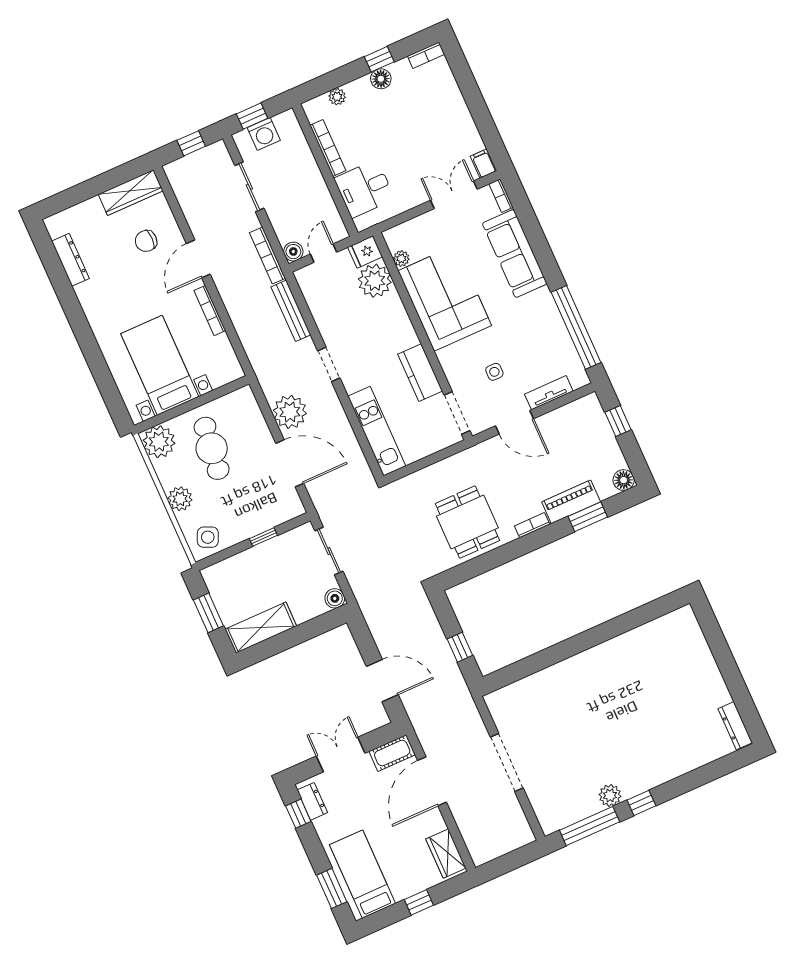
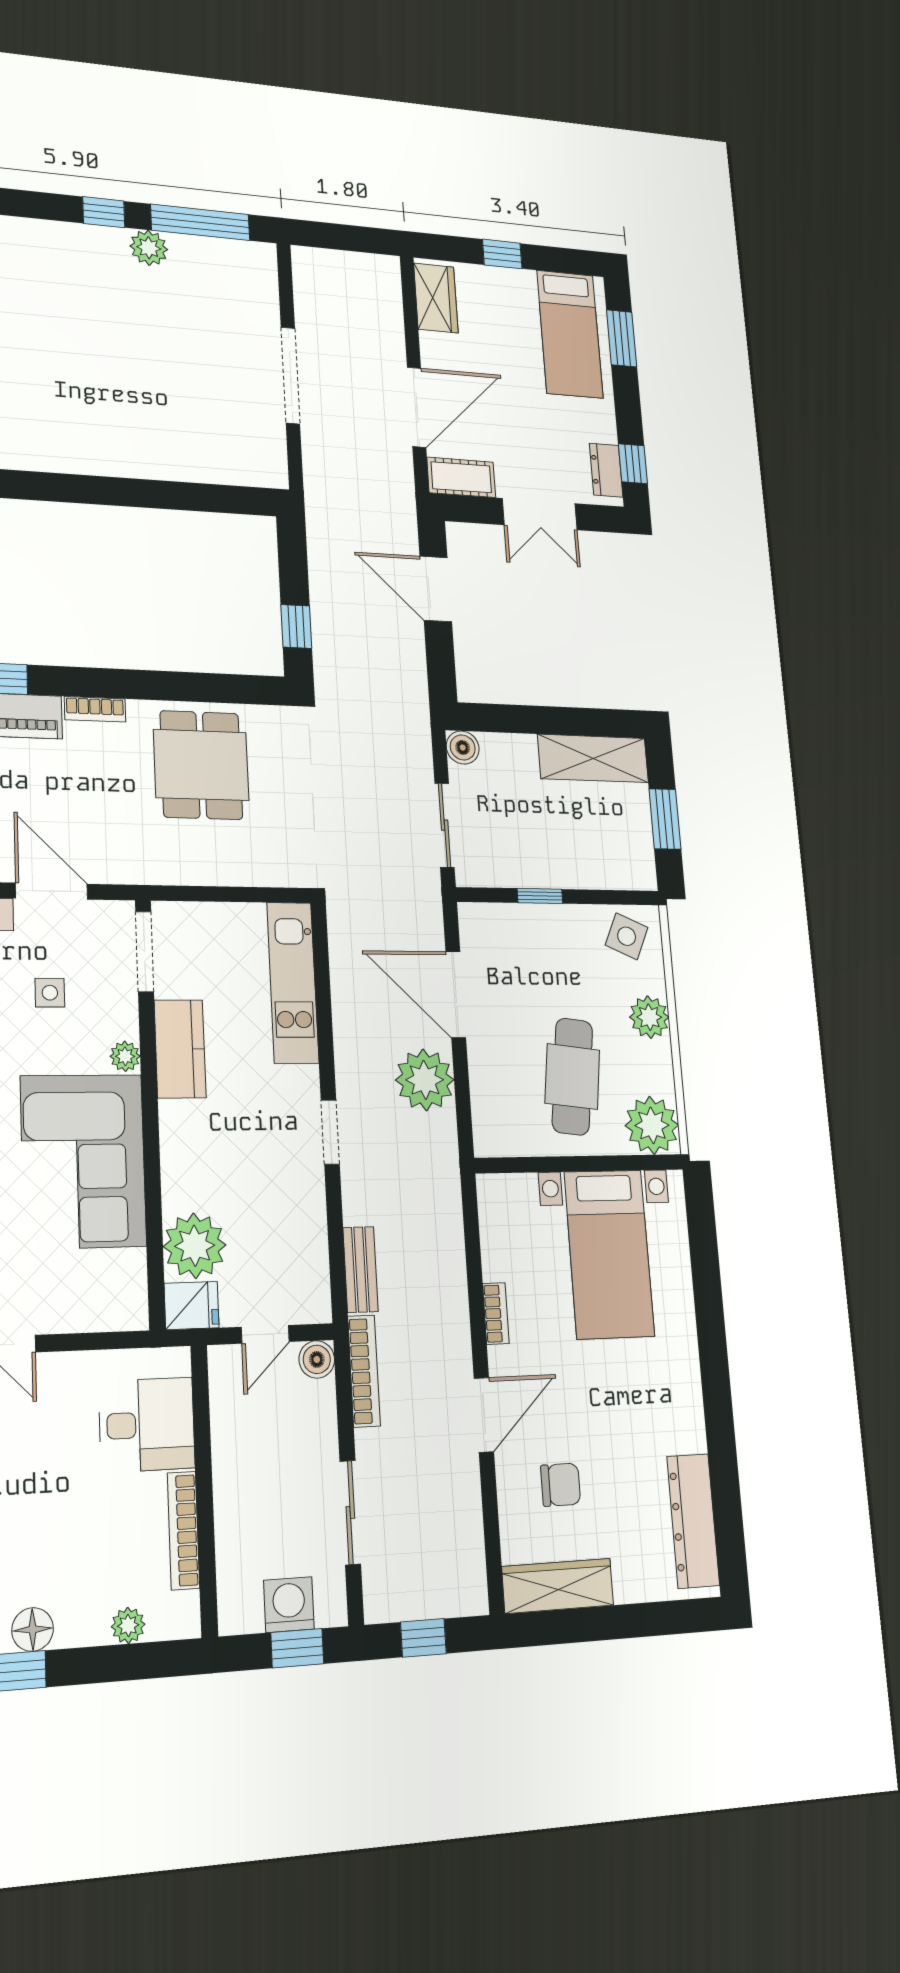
plant: (401, 258) -> (125, 1056), moved
dresser: (70, 260) -> (693, 1521), width x1.37, depth x1.24
bookcase: (210, 311) -> (496, 1313), width x0.64
bench: (291, 311) -> (361, 1270), width x0.73
window: (460, 647) -> (296, 627), moved

